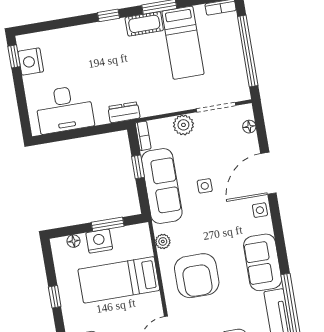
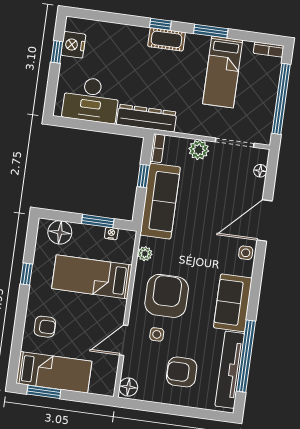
cot: (144, 24) -> (167, 39), moved
window: (14, 56) -> (57, 52), moved
dresser: (124, 112) -> (147, 118), width x1.96, depth x1.24
side table: (205, 186) -> (157, 334), moved
floor lamp: (73, 241) -> (60, 232), width x1.89, depth x1.89
nightstand: (99, 241) -> (111, 233), moved, width x0.53, depth x0.56
armchair: (197, 276) -> (167, 296), turned 180

